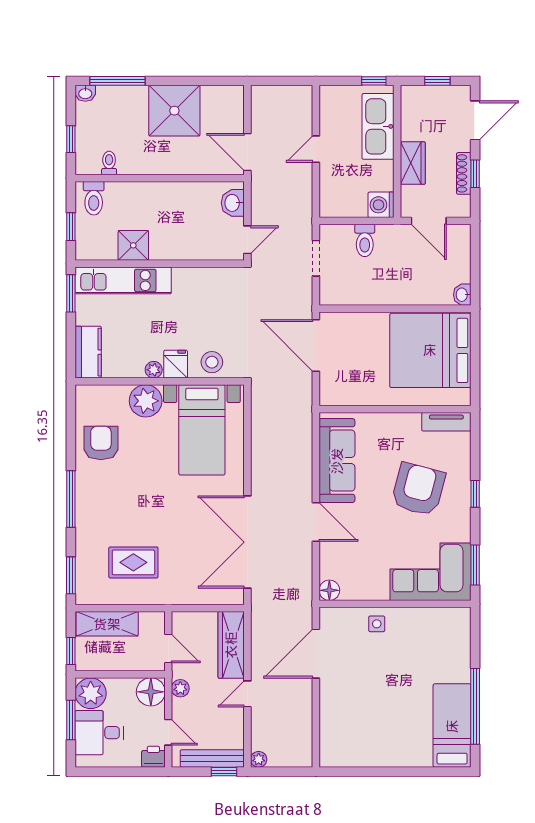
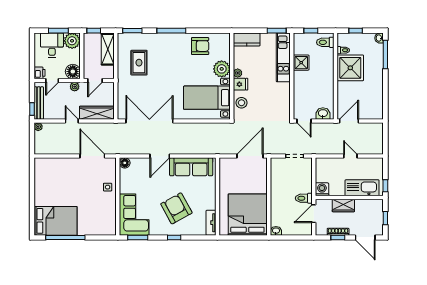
shower: (174, 111) -> (350, 68), moved
toilet: (365, 240) -> (304, 198), moved
armchair: (418, 489) -> (176, 208), turned -134
bed: (452, 726) -> (56, 221), width x1.50

